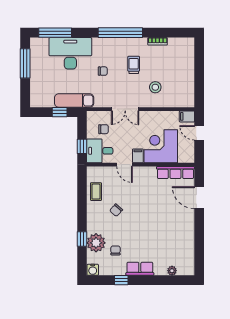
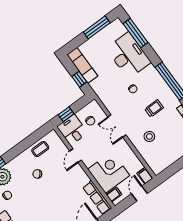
exam couch: (74, 100) -> (82, 65), moved
filing cabinet: (138, 156) -> (114, 194), moved

